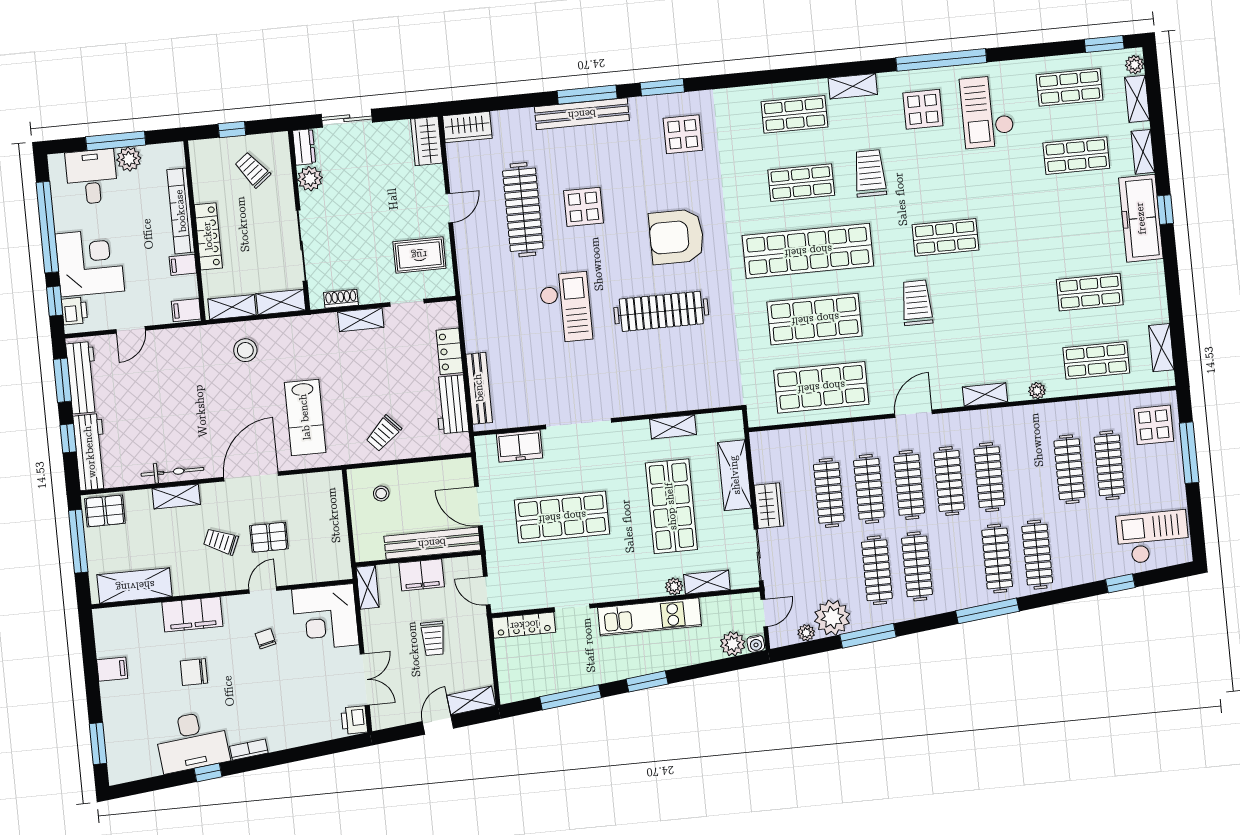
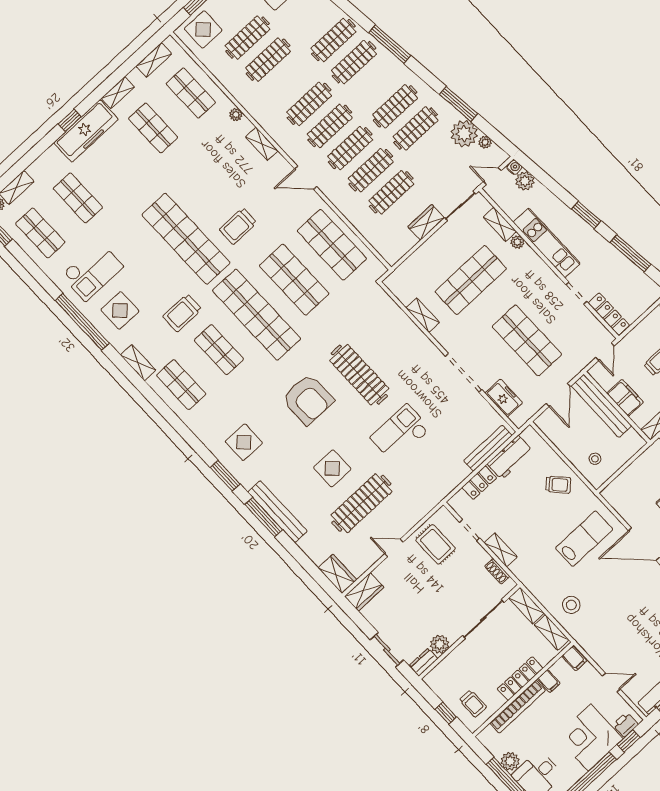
shelving: (1143, 152) -> (118, 93), moved
trolley: (253, 170) -> (473, 704), moved, turned -52
shop shelf: (945, 237) -> (186, 239), width x2.00, depth x1.36
shelving: (735, 475) -> (424, 256), removed

